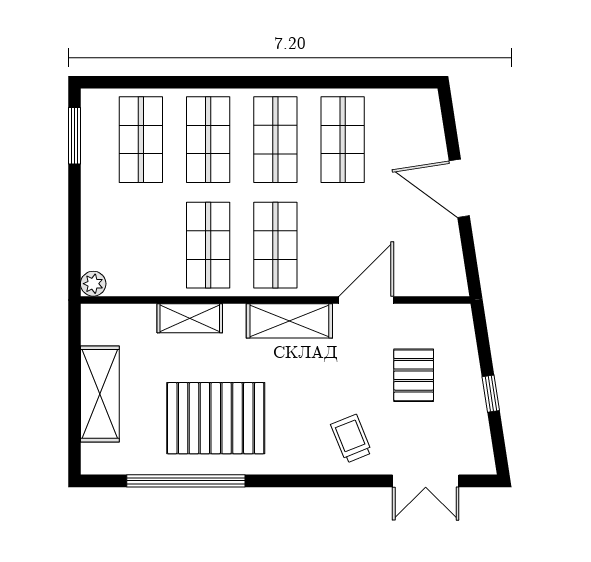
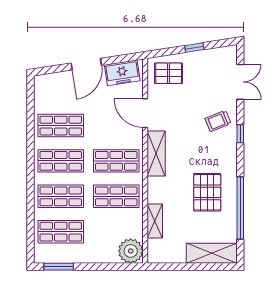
freezer: (443, 257) -> (122, 73), added
plant: (93, 284) -> (131, 251), width x1.88, depth x1.88
shelving: (190, 318) -> (155, 221), moved
pallet: (414, 375) -> (169, 73), moved
shelving: (100, 394) -> (212, 253), moved
pallet: (216, 418) -> (207, 192), width x0.73, depth x0.71
window: (327, 481) -> (240, 134), added

